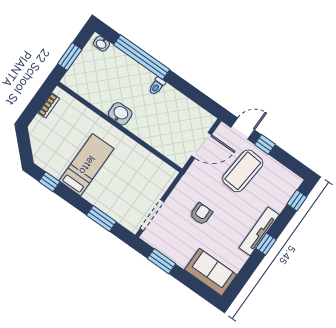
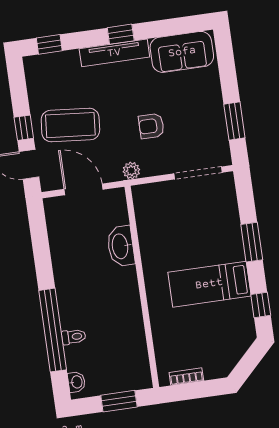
toilet: (157, 86) -> (74, 337), moved
washbasin: (120, 114) -> (121, 246), moved, width x1.38
plant: (187, 180) -> (131, 171), added
window: (101, 219) -> (252, 242), moved
sofa: (211, 272) -> (182, 52), moved, turned -90

